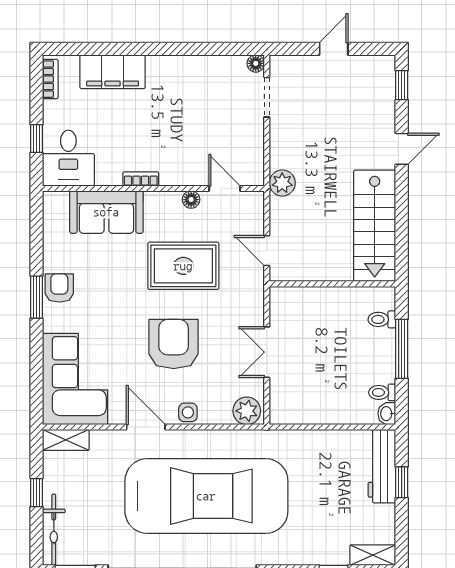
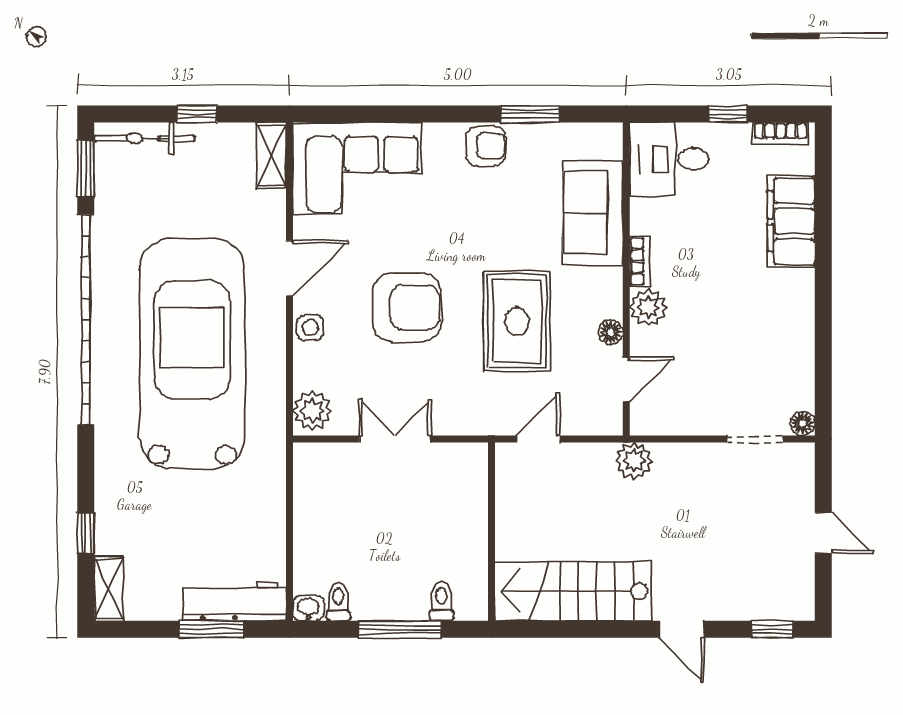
window: (37, 139) -> (728, 114), moved
plant: (174, 173) -> (648, 308), added
window: (37, 297) -> (530, 114), moved
window: (402, 482) -> (212, 629), width x1.50
car: (206, 496) -> (192, 354), turned 180

